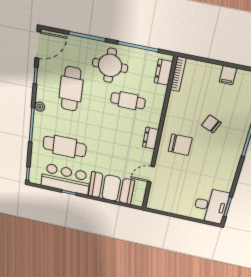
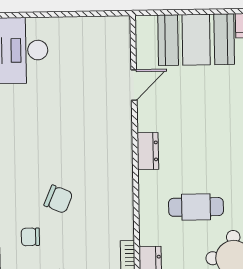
chair: (180, 145) -> (30, 237), moved, width x0.54, depth x0.54

